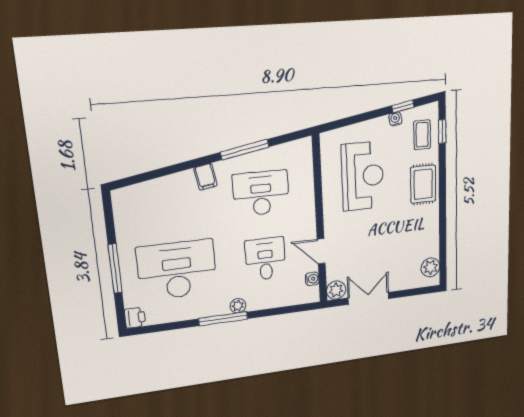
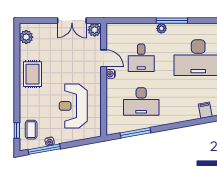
window: (403, 106) -> (44, 149), width x2.17
window: (245, 149) -> (135, 133), moved
filing cabinet: (205, 177) -> (205, 110), moved
rug: (423, 184) -> (32, 74), moved
water cooler: (312, 279) -> (111, 74), moved

